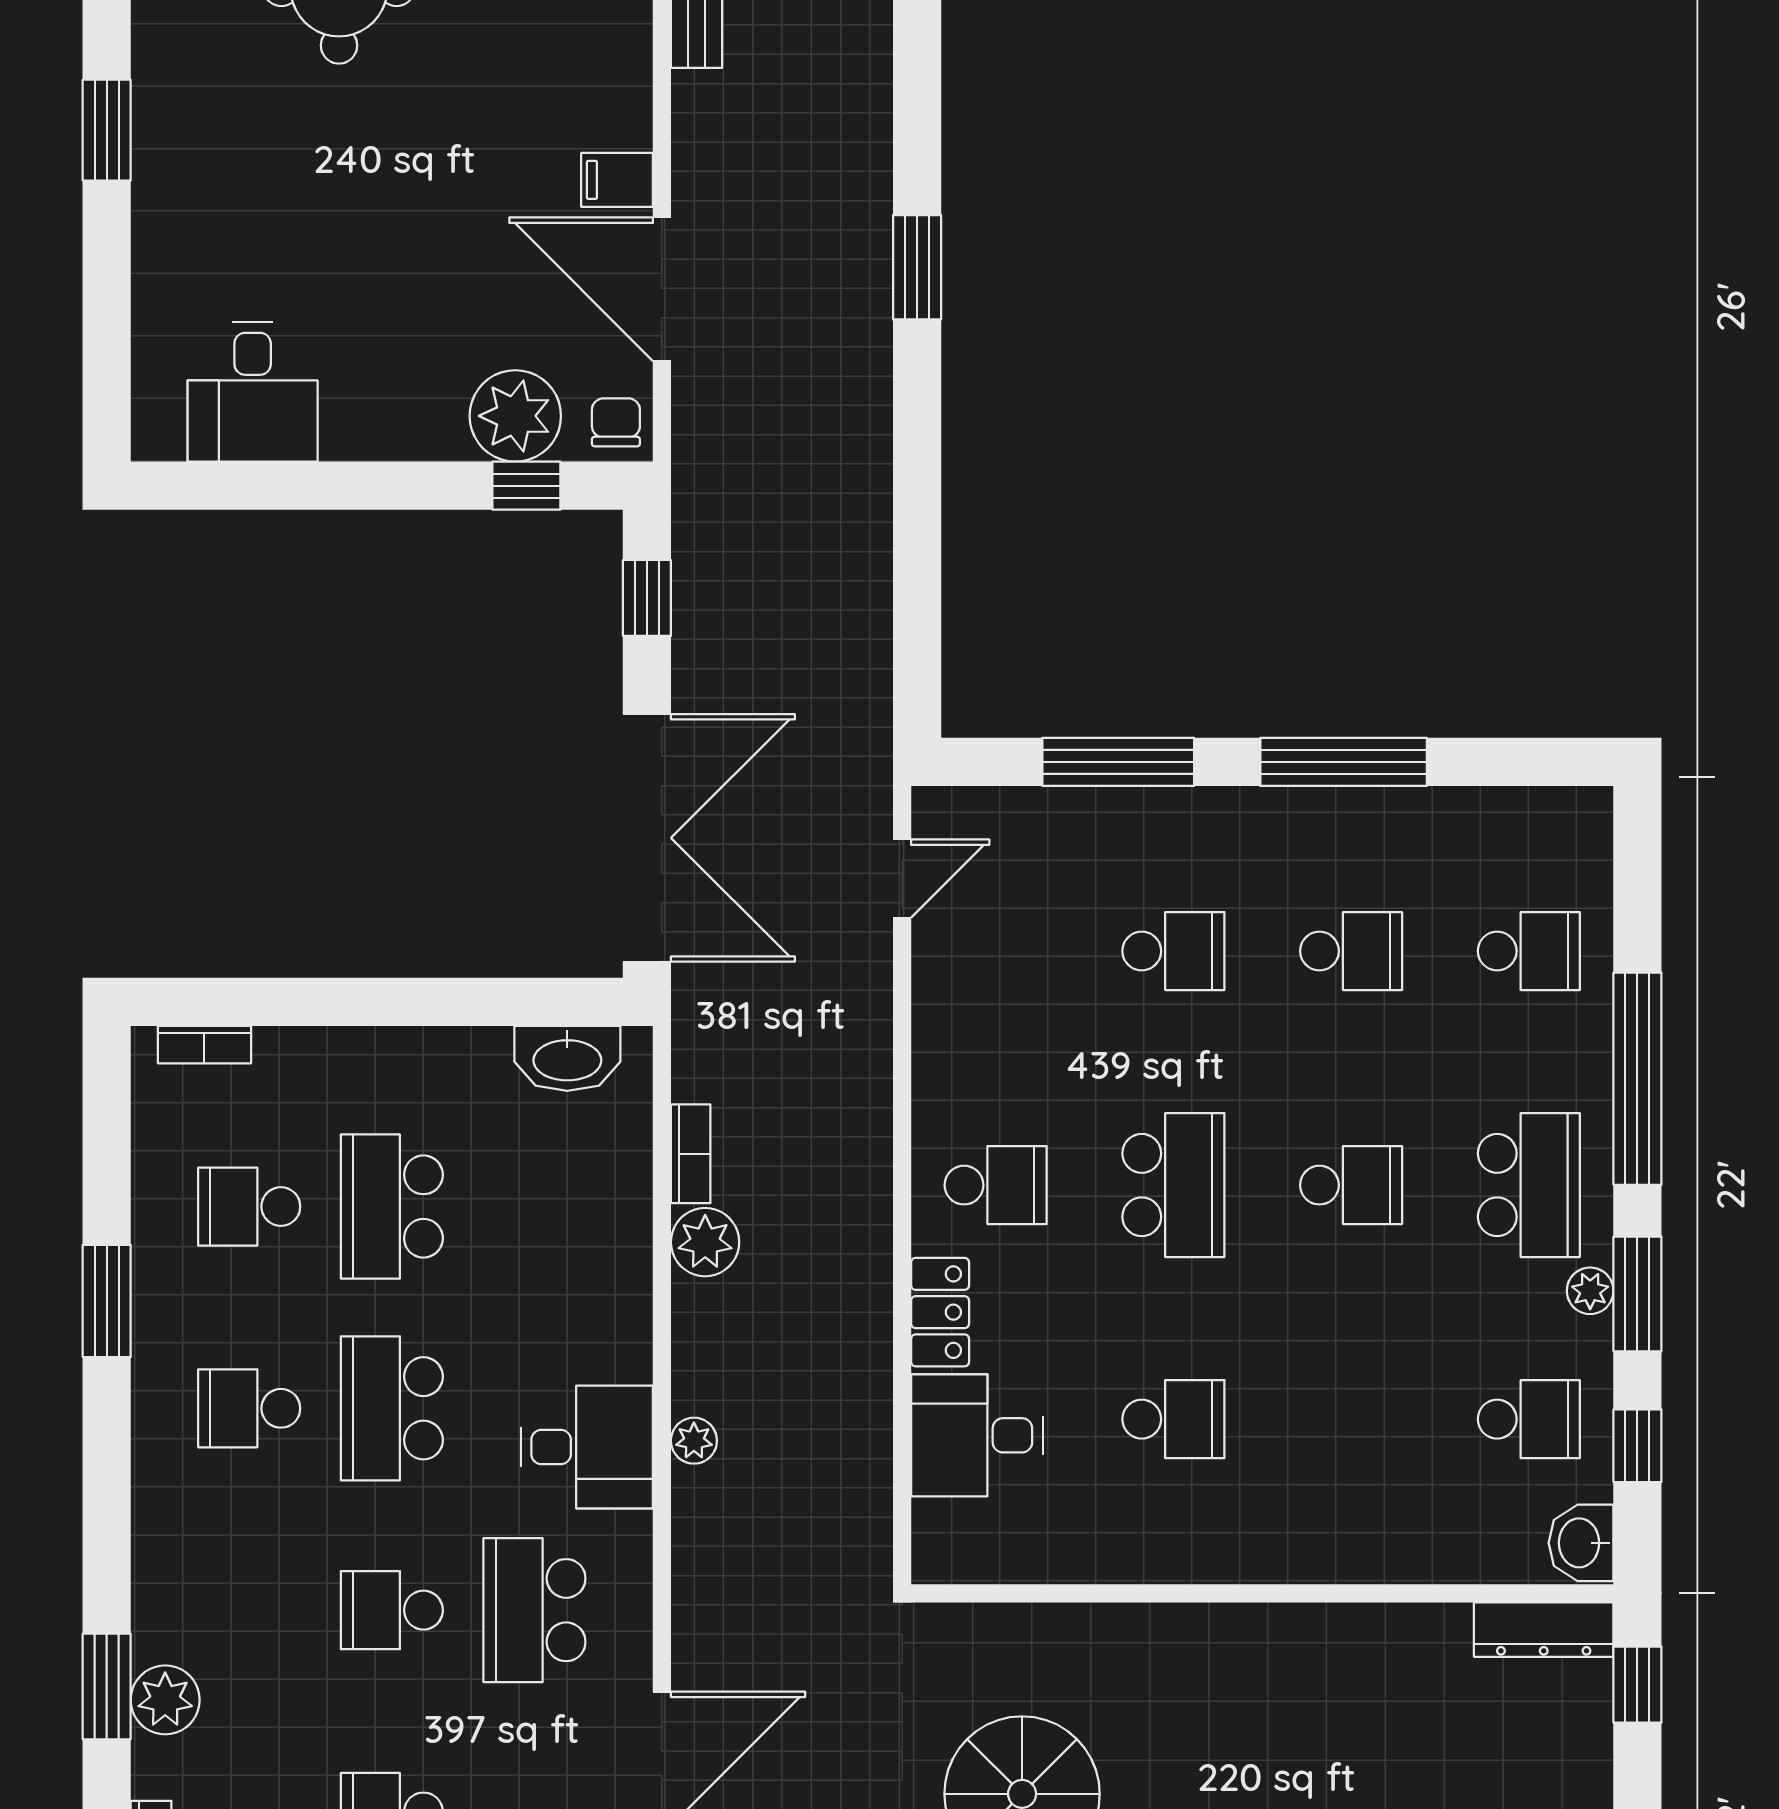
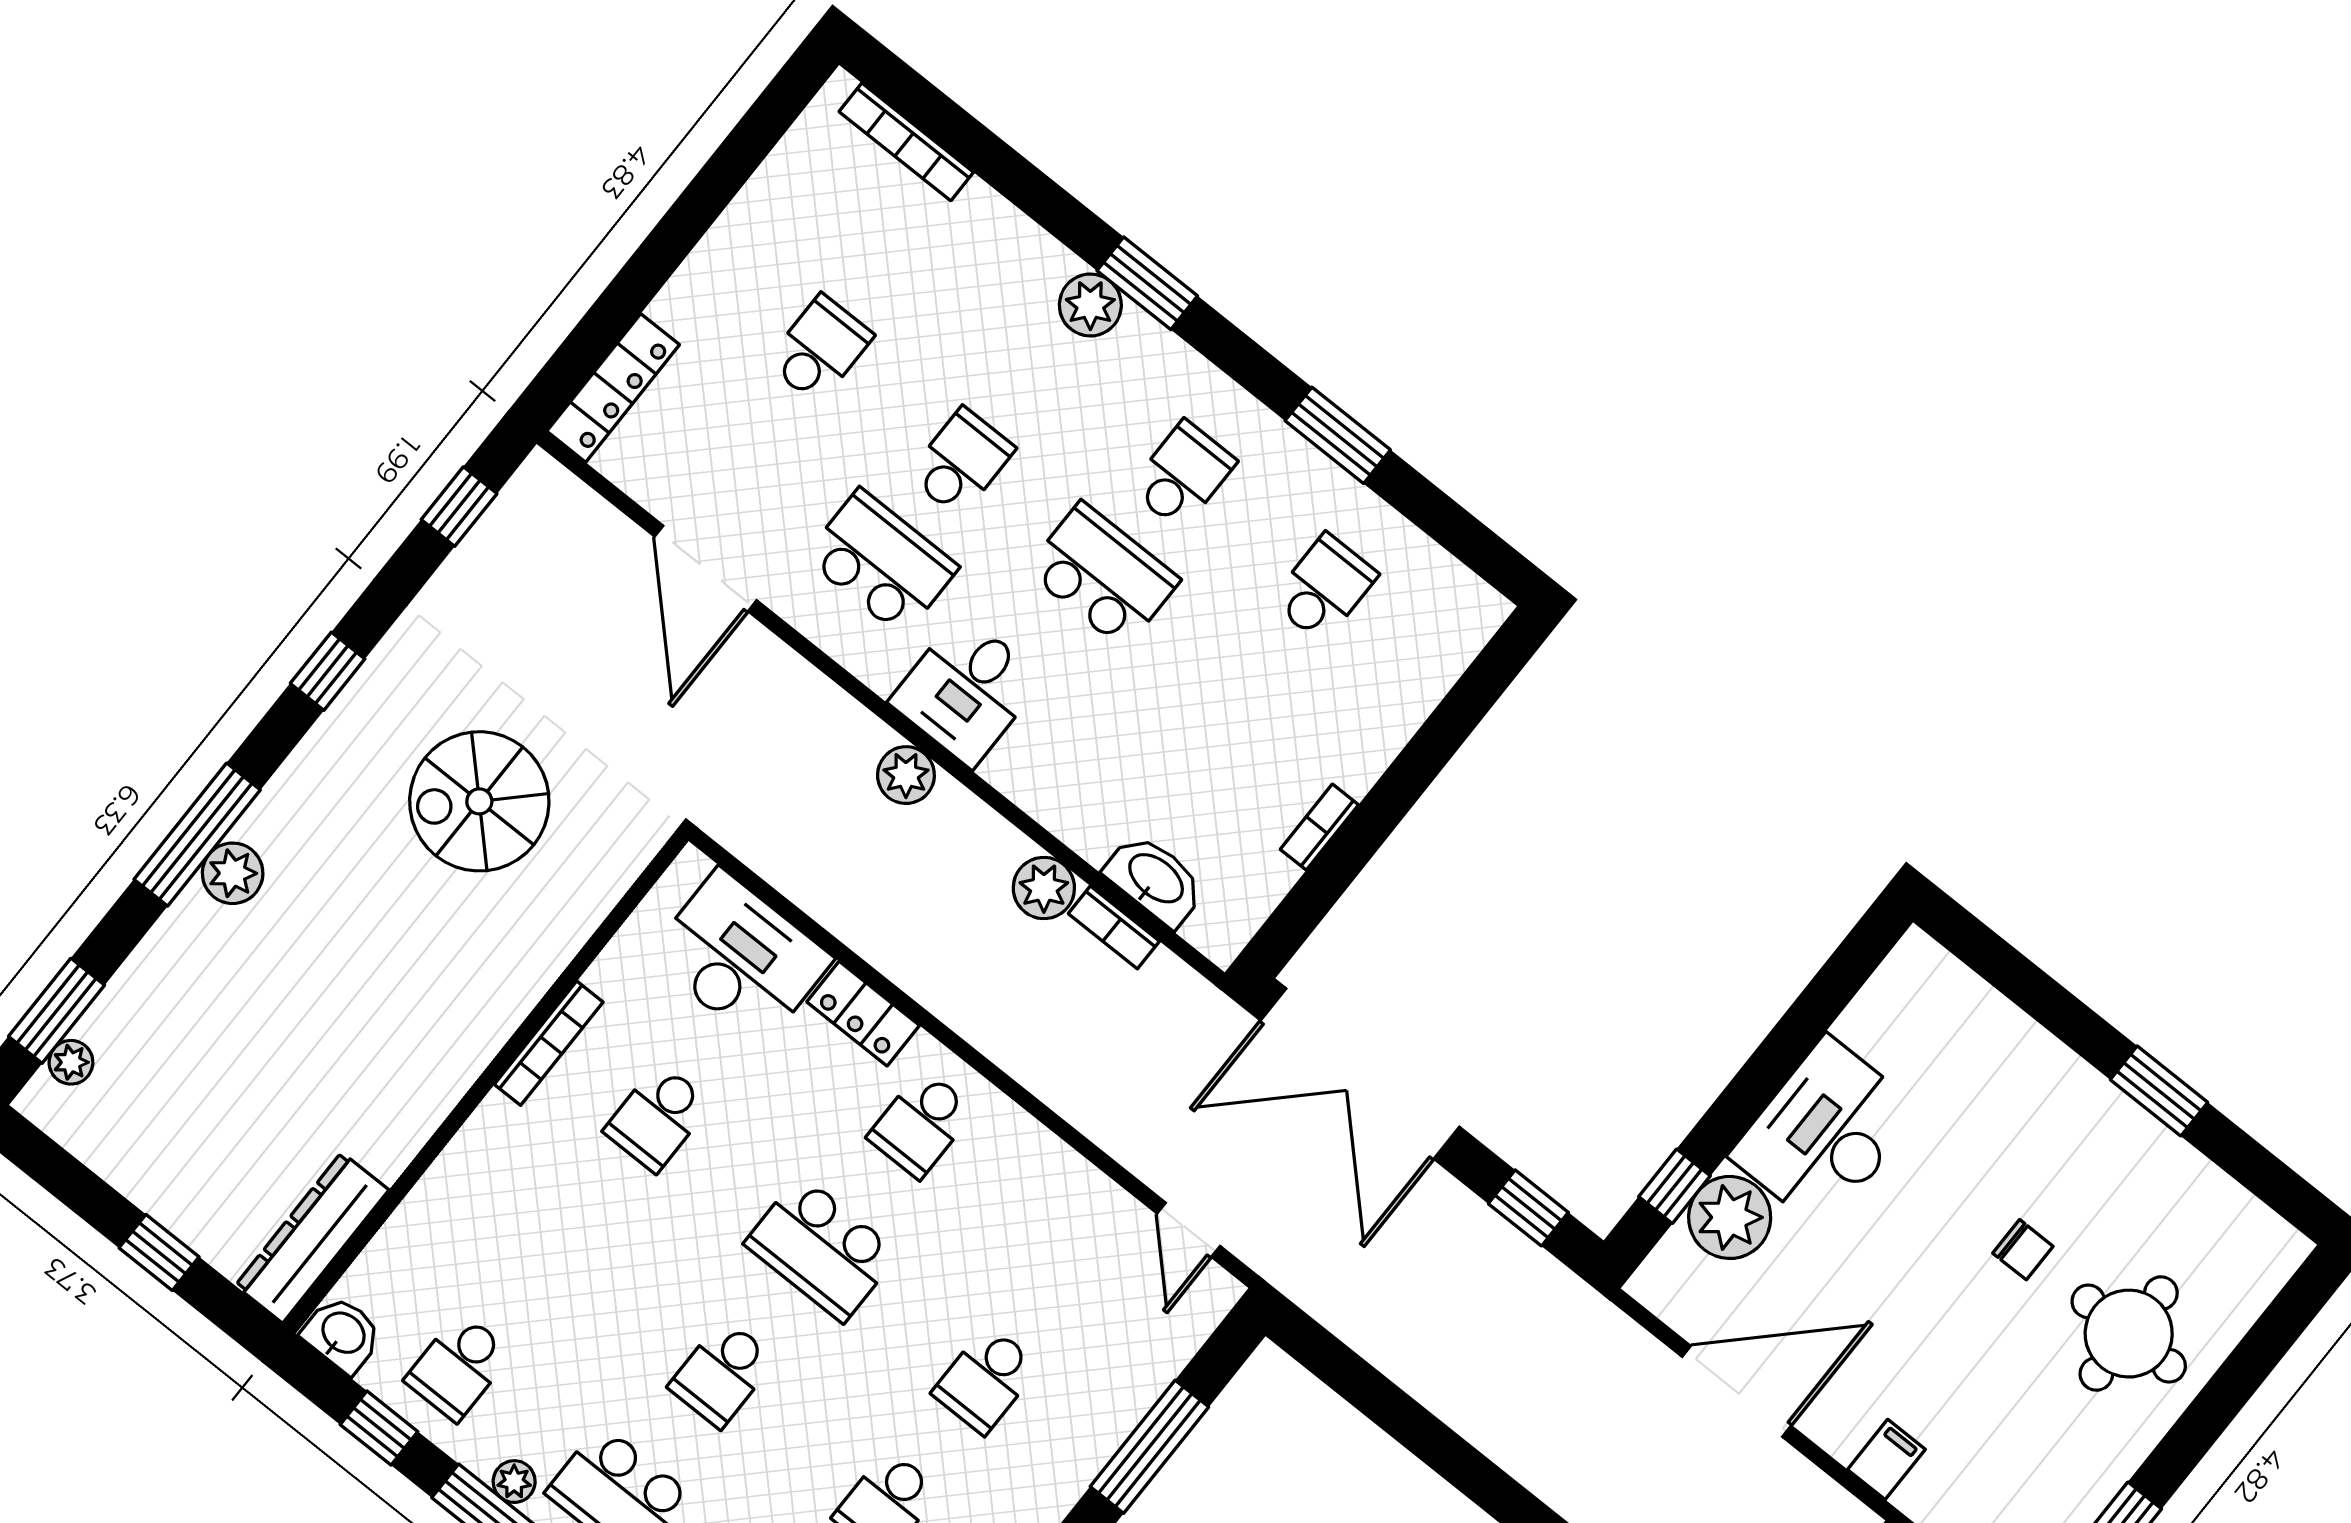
filing cabinet: (617, 180) -> (1886, 1459), moved
desk: (253, 392) -> (1825, 1133), moved, width x1.37
chair: (616, 422) -> (2023, 1250), moved
bookcase: (204, 1045) -> (1319, 827), moved
washbasin: (567, 1058) -> (1155, 880), moved, turned 90
school desk: (392, 1207) -> (1244, 688), removed
desk: (977, 1435) -> (740, 958), width x1.37
plant: (694, 1441) -> (906, 775), width x1.38, depth x1.38
bookcase: (1184, 1565) -> (549, 1043), added
dresser: (1544, 1630) -> (312, 1238), width x1.37, depth x1.24
window: (1637, 1685) -> (159, 1252), moved
window: (107, 1686) -> (1147, 283), moved
plant: (165, 1700) -> (1090, 305), moved

